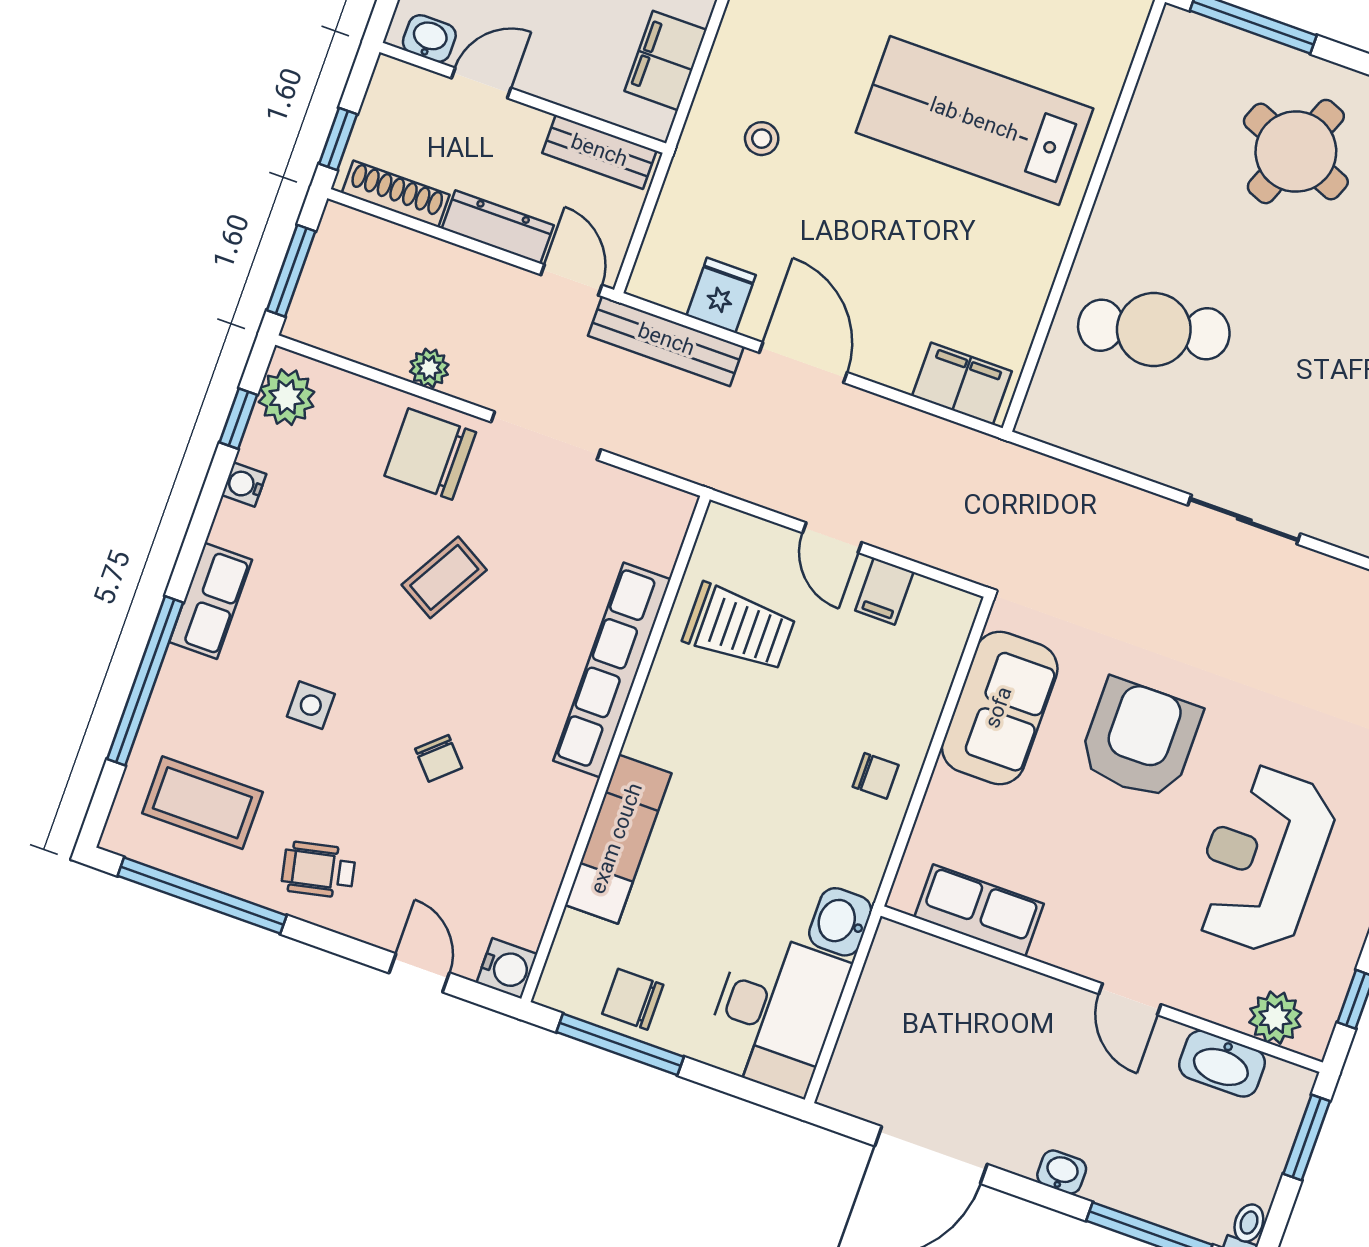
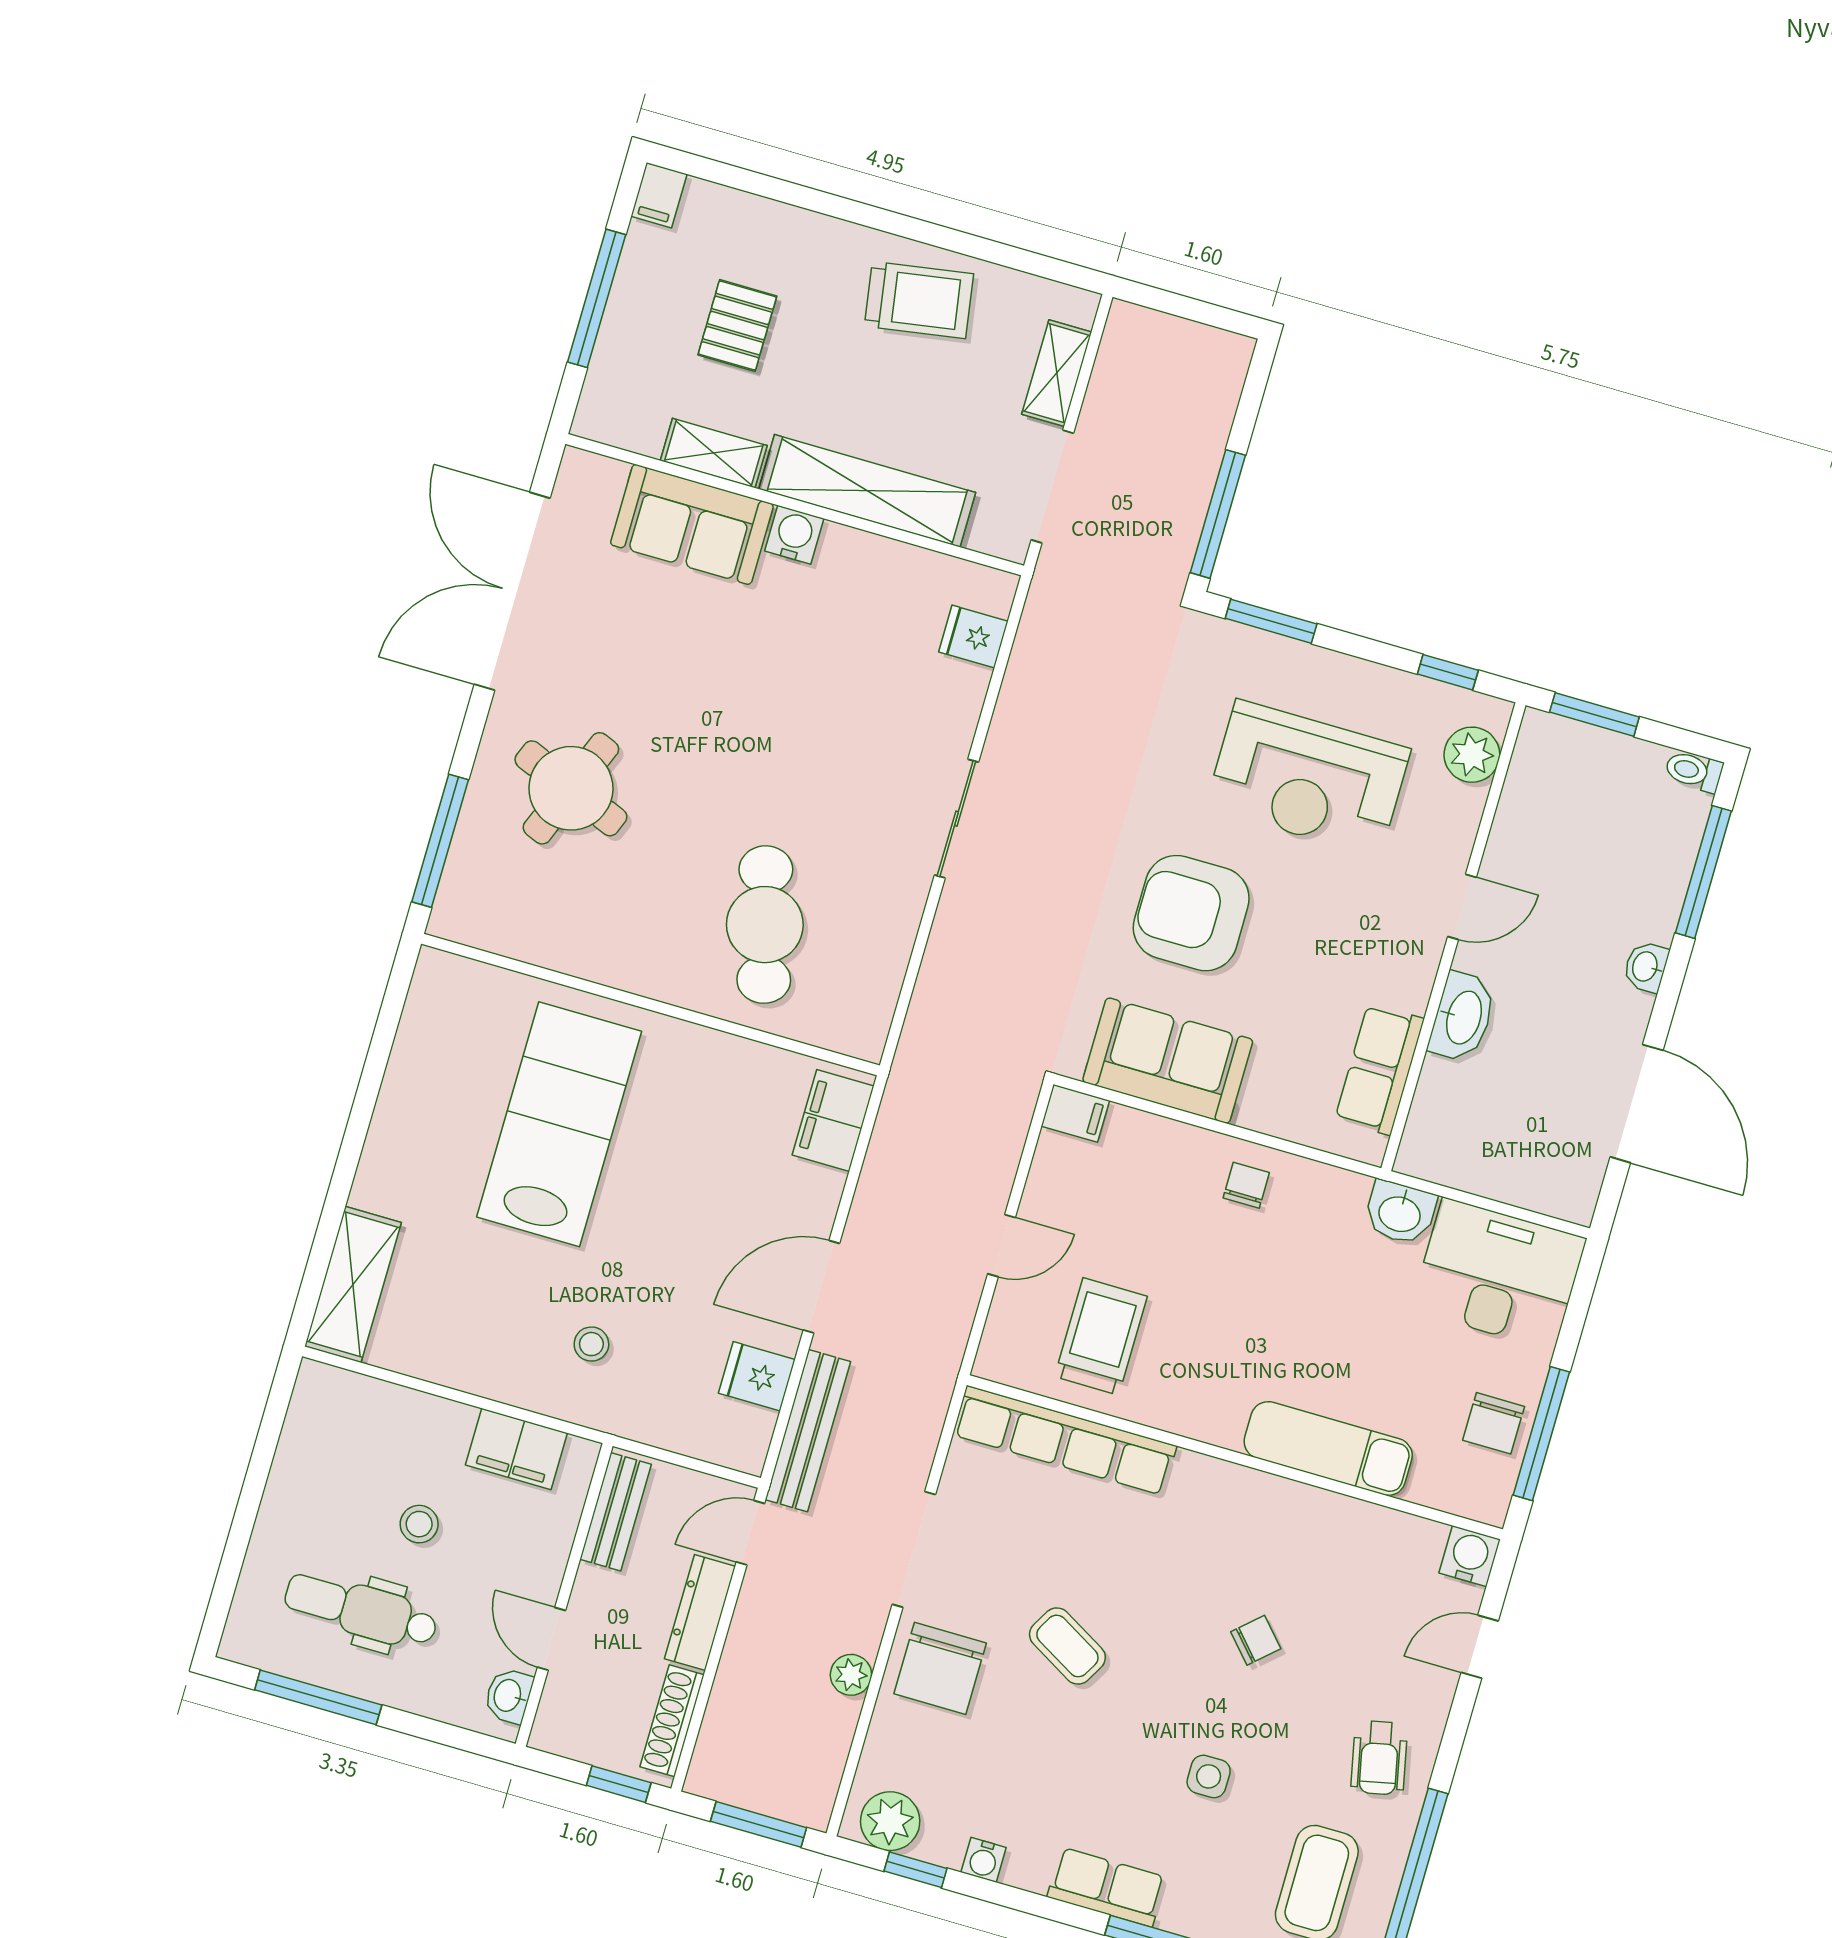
lab bench: (974, 121) -> (559, 1124), turned 180
filing cabinet: (884, 591) -> (1075, 1113), moved
row of seats: (612, 670) -> (1065, 1440), moved
washbasin: (1222, 1064) -> (1462, 1017), moved

